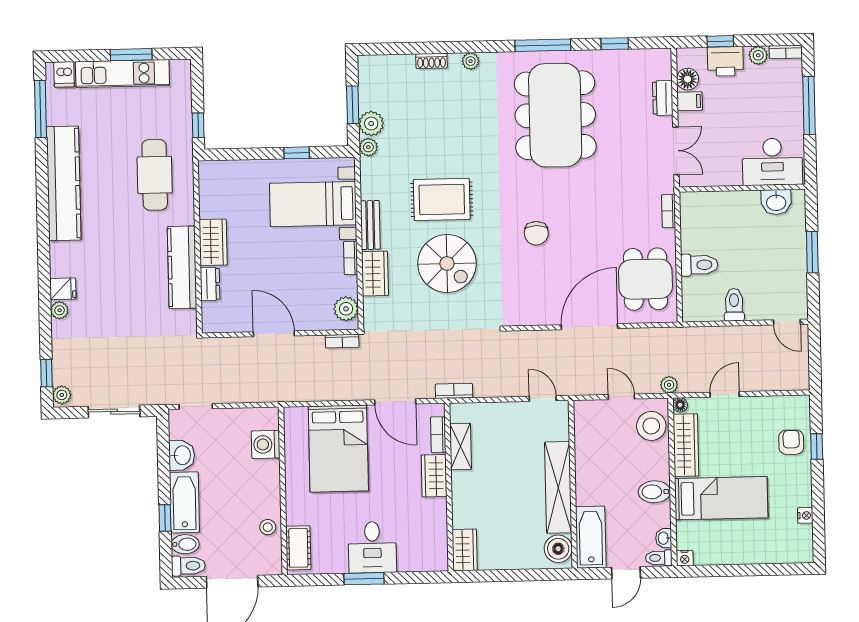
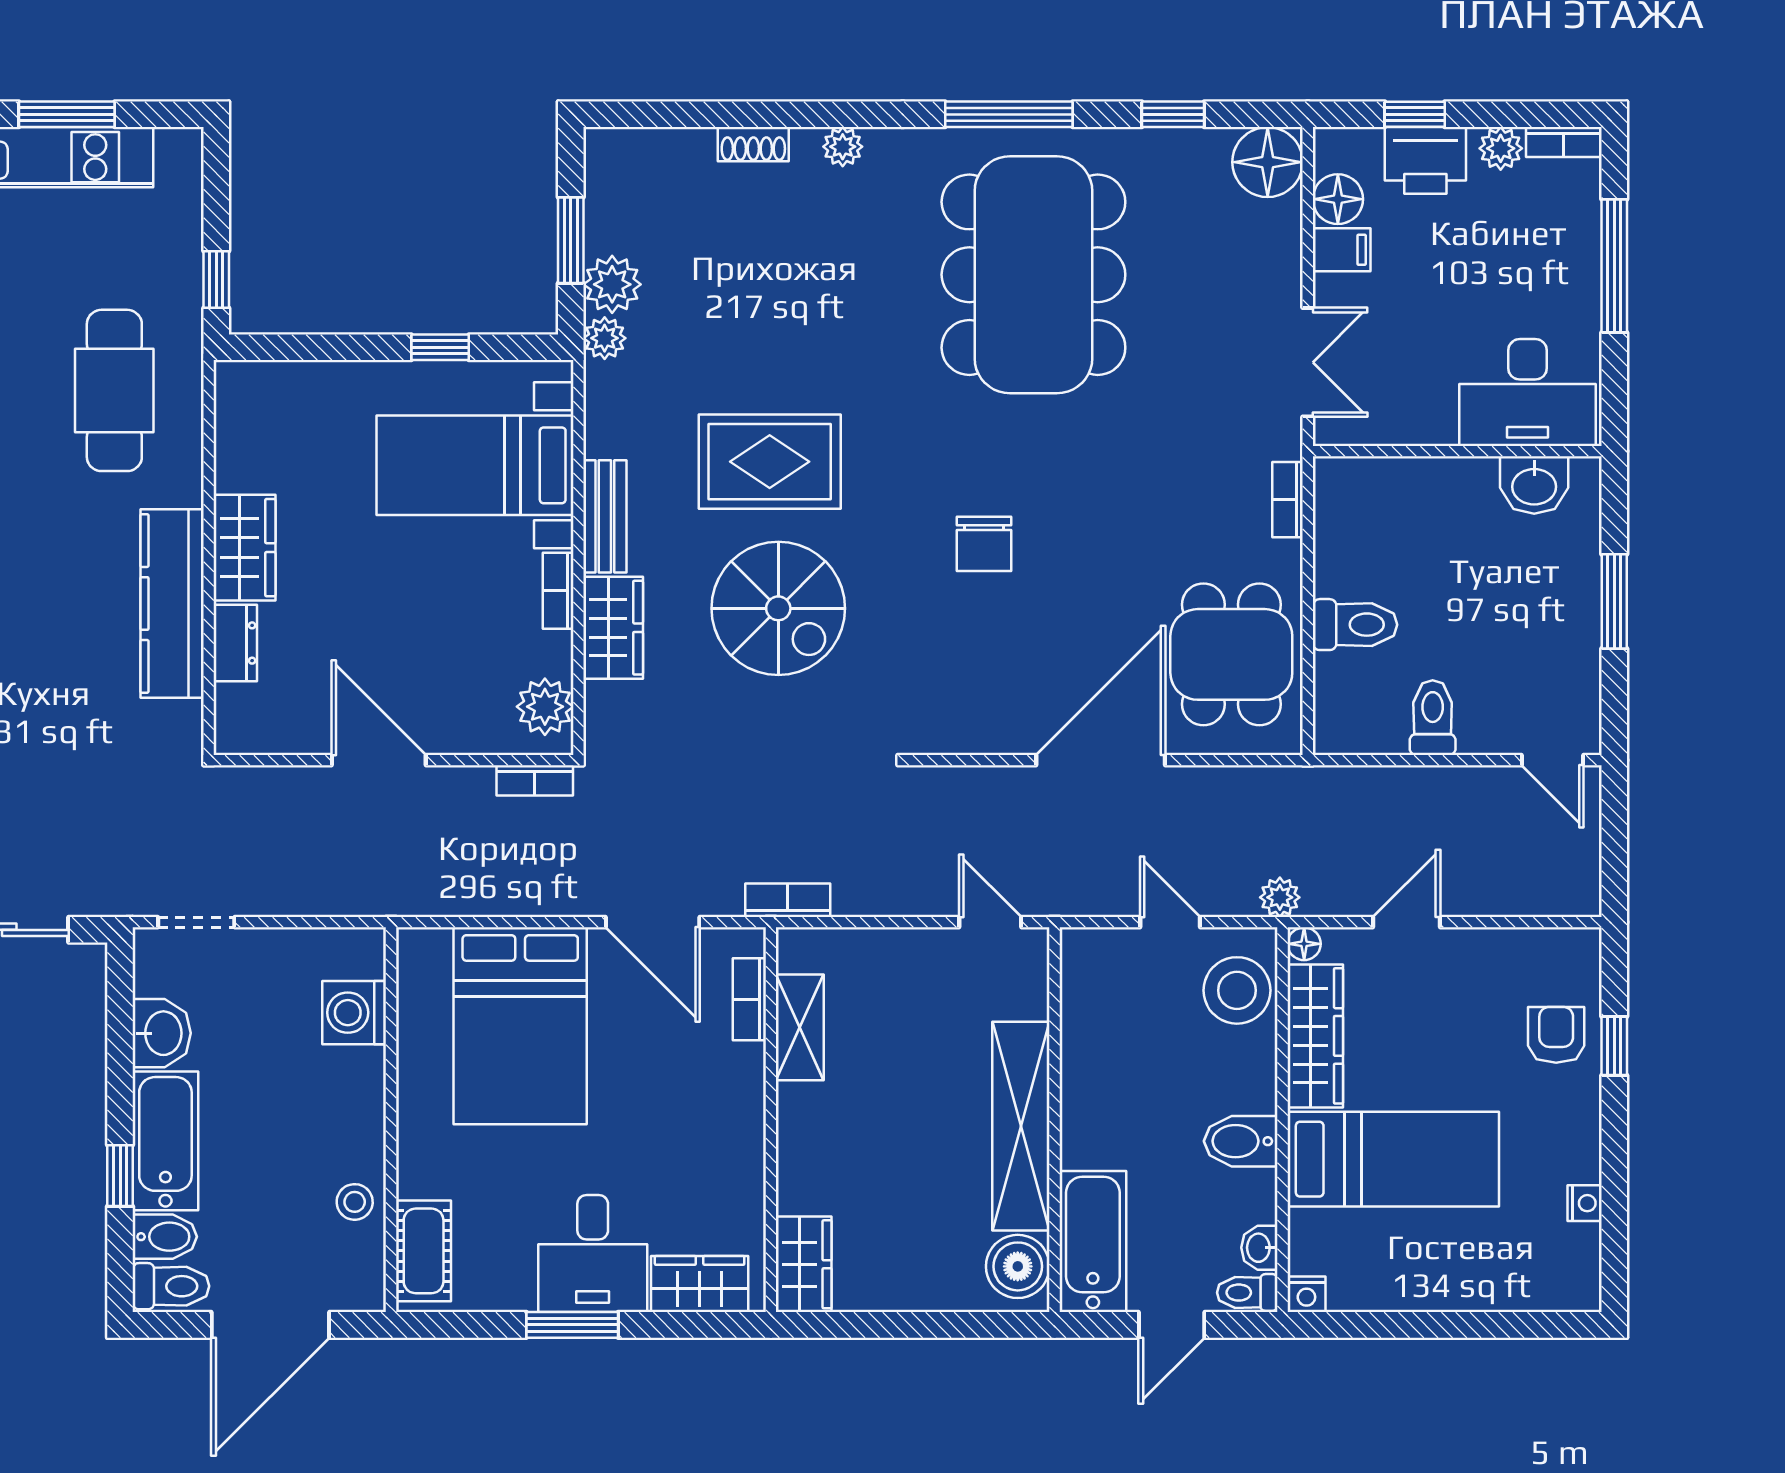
floor lamp: (656, 64) -> (1268, 162), added
dresser: (663, 98) -> (1280, 241), removed
wardrobe: (434, 476) -> (700, 1284), moved, turned 90

